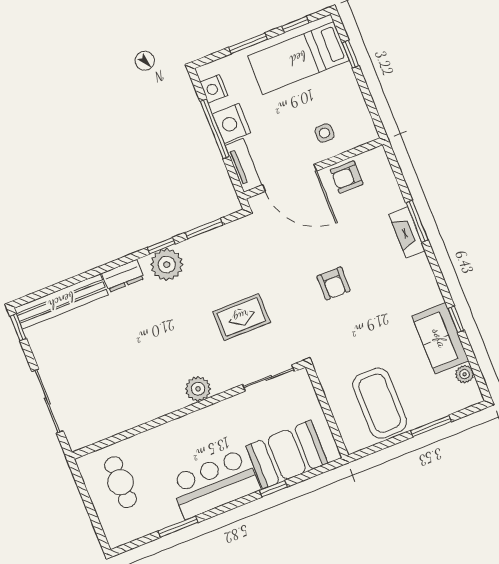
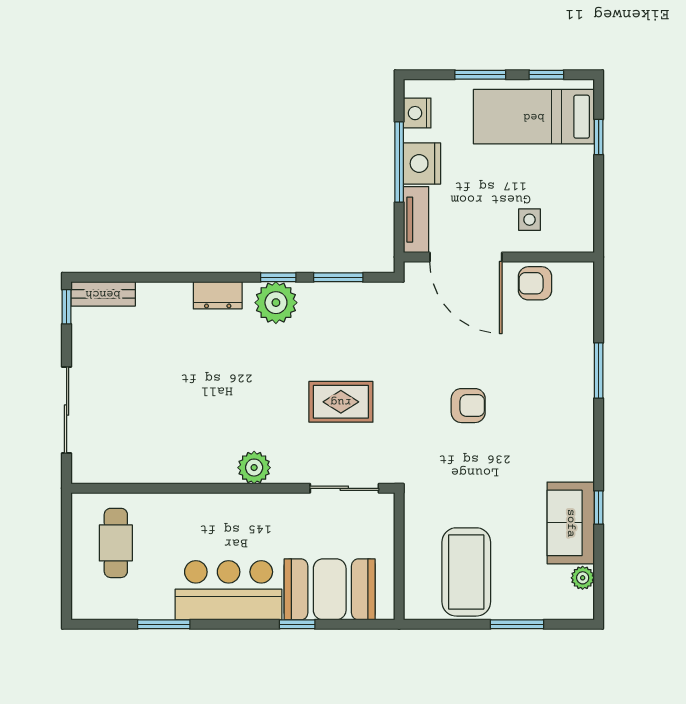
fireplace: (407, 232) -> (581, 379), removed
armchair: (334, 284) -> (468, 406), turned -90
bench: (61, 301) -> (103, 294), width x0.54, depth x0.82

